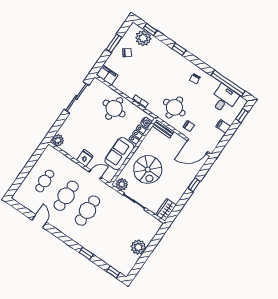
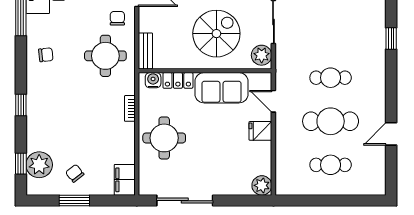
cafe table: (87, 210) -> (331, 78), width x0.73, depth x0.74

